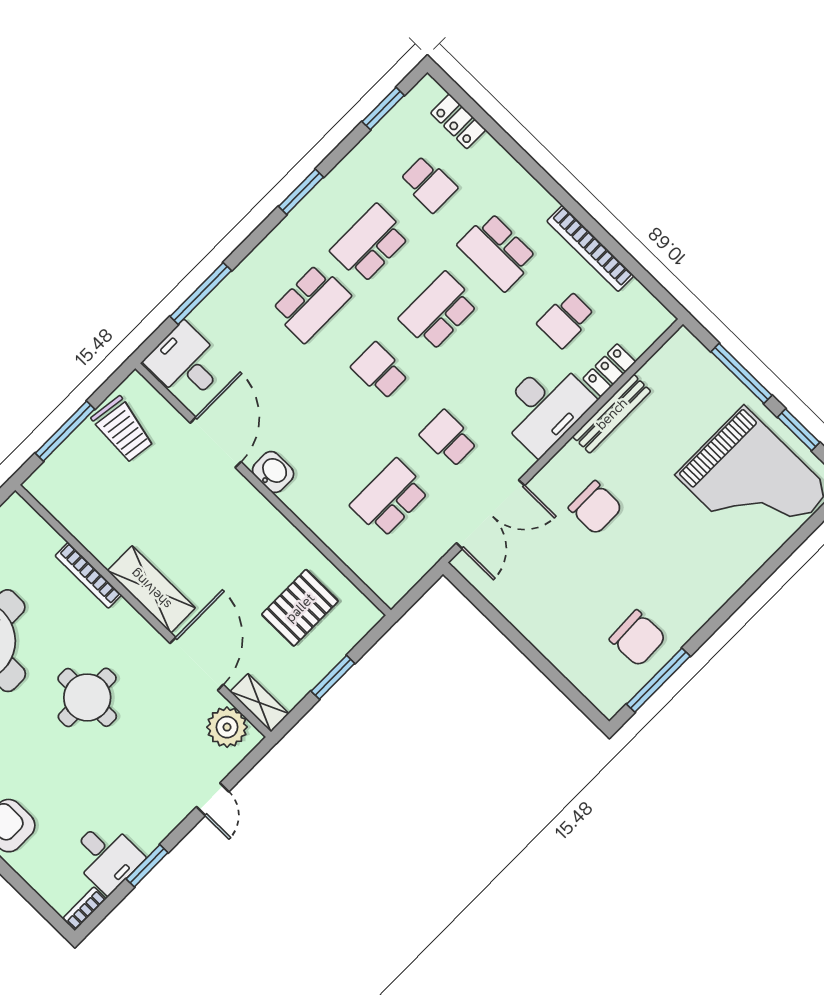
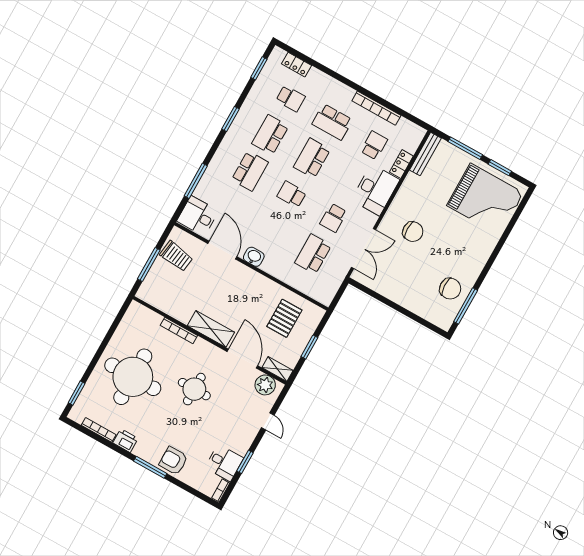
school desk: (566, 319) -> (374, 145), turned 180
bench: (612, 414) -> (425, 154), moved
school desk: (448, 439) -> (333, 218), turned -90

